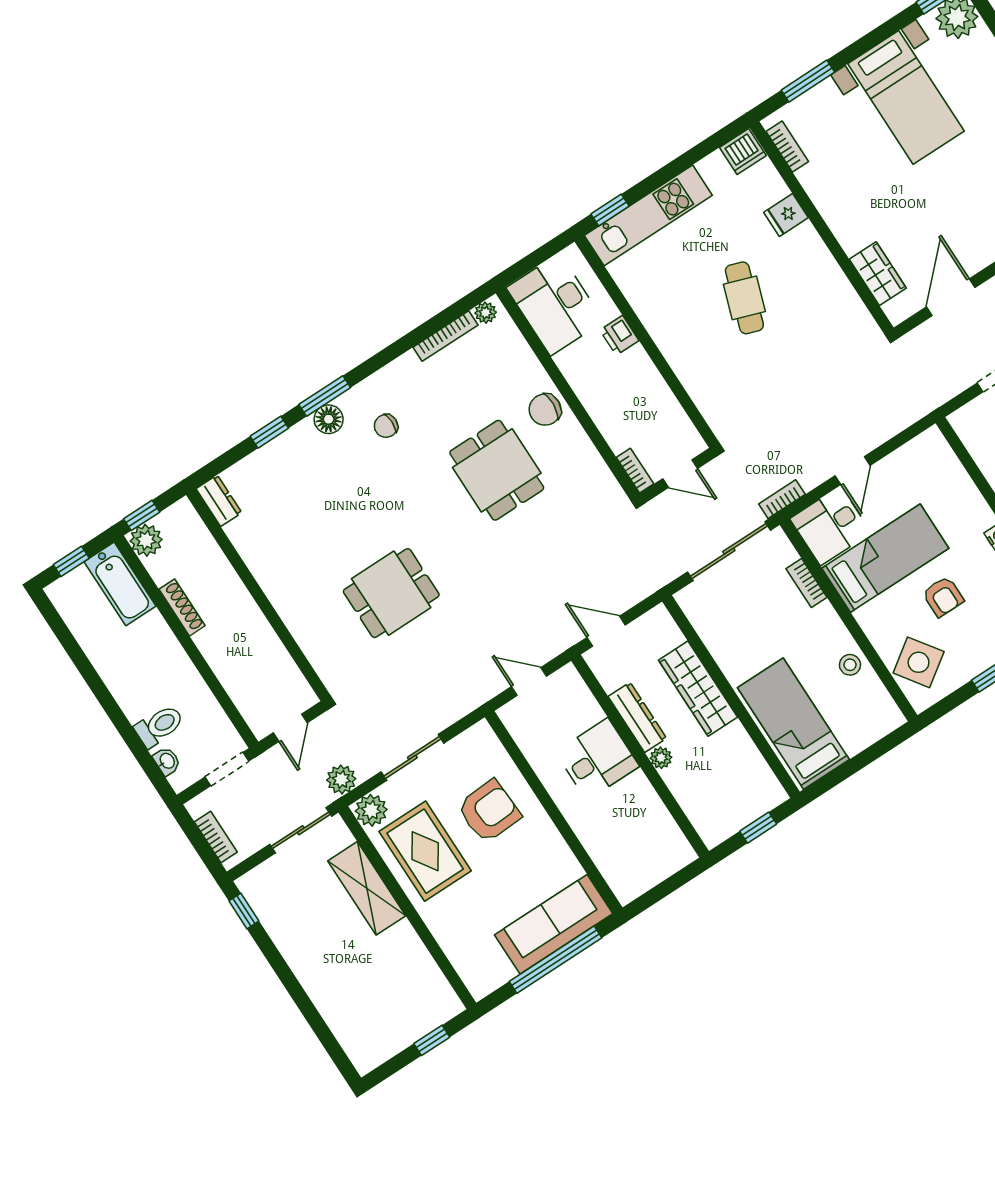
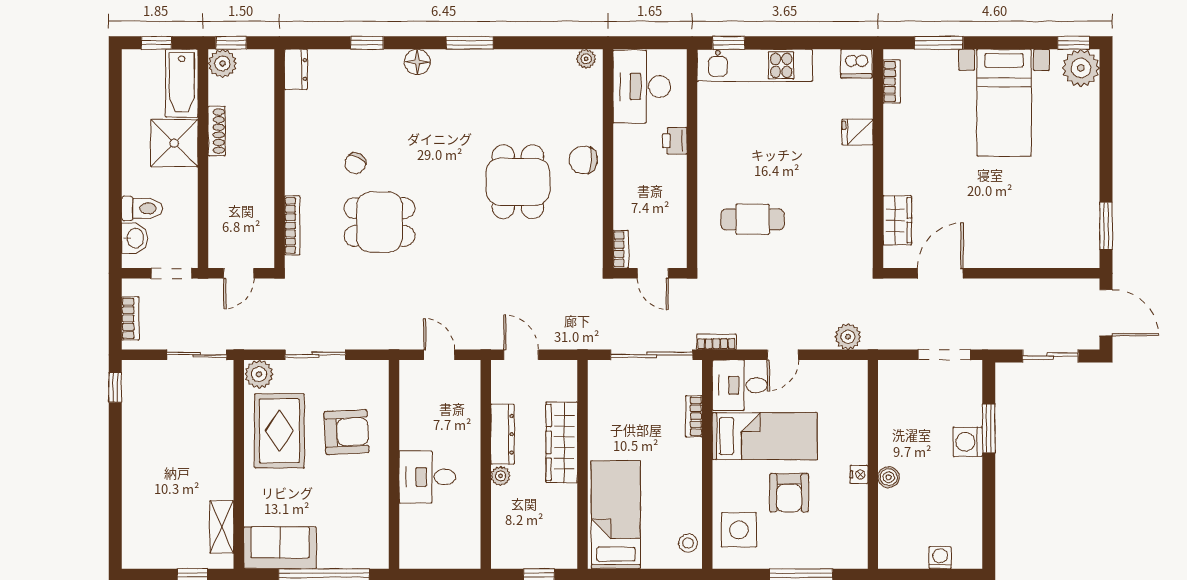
cafe table: (744, 298) -> (753, 219), moved, turned 71
bookcase: (445, 336) -> (292, 225), moved, turned -90
window: (325, 396) -> (470, 43), moved
chair: (386, 426) -> (355, 163), moved, turned -62
armchair: (943, 596) -> (789, 493), width x1.38, depth x1.38
shower: (150, 645) -> (174, 143), added
side table: (919, 662) -> (739, 530), turned 35
stool: (850, 665) -> (688, 543), moved
desk: (597, 759) -> (427, 477), moved, turned 180
washbasin: (167, 761) -> (135, 238), width x1.38, depth x1.45
plant: (341, 779) -> (848, 337), moved
shelving: (367, 888) -> (222, 527), moved, width x0.67, depth x0.75
sofa: (554, 924) -> (280, 548), moved, width x0.73

